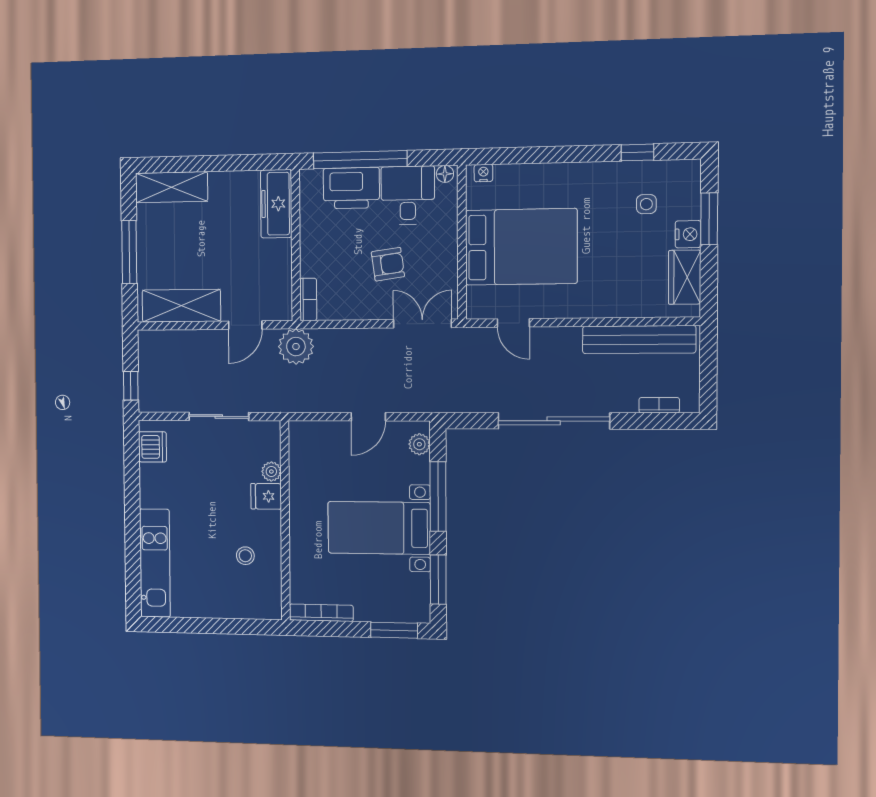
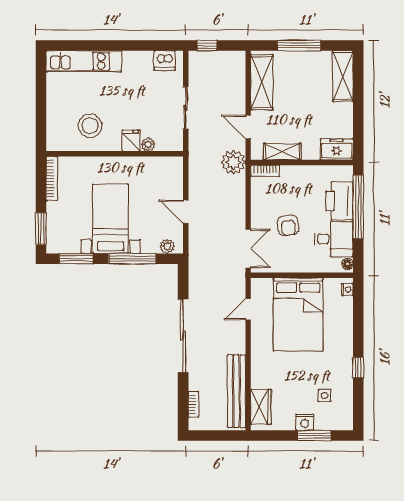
window: (637, 152) -> (358, 368), moved
freezer: (276, 204) -> (337, 149), width x0.71
shelving: (280, 274) -> (282, 152), added
wardrobe: (685, 277) -> (261, 407), moved, turned 90
stool: (245, 556) -> (90, 126), width x1.89, depth x1.89

